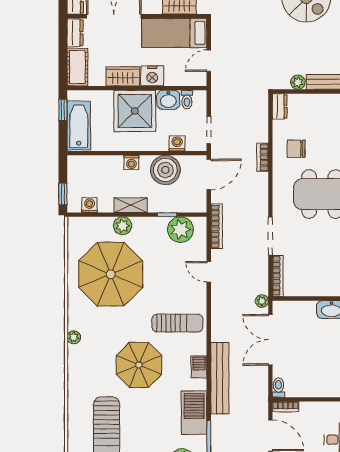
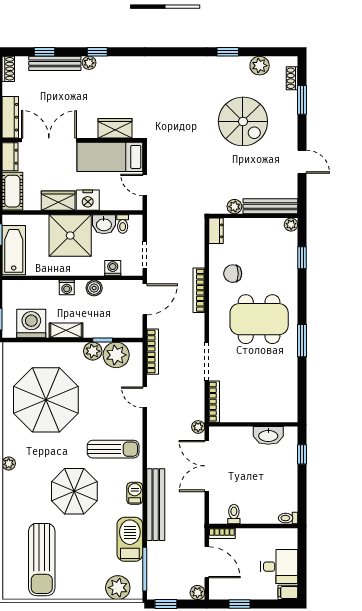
door: (209, 61) -> (145, 185), hinge flipped
bookcase: (263, 157) -> (199, 290), width x1.56
boiler: (165, 170) -> (94, 288), width x0.54, depth x0.54
washing machine: (90, 205) -> (31, 324), width x1.89, depth x1.89
plant: (123, 226) -> (93, 351), moved
toilet: (278, 388) -> (234, 514), moved

